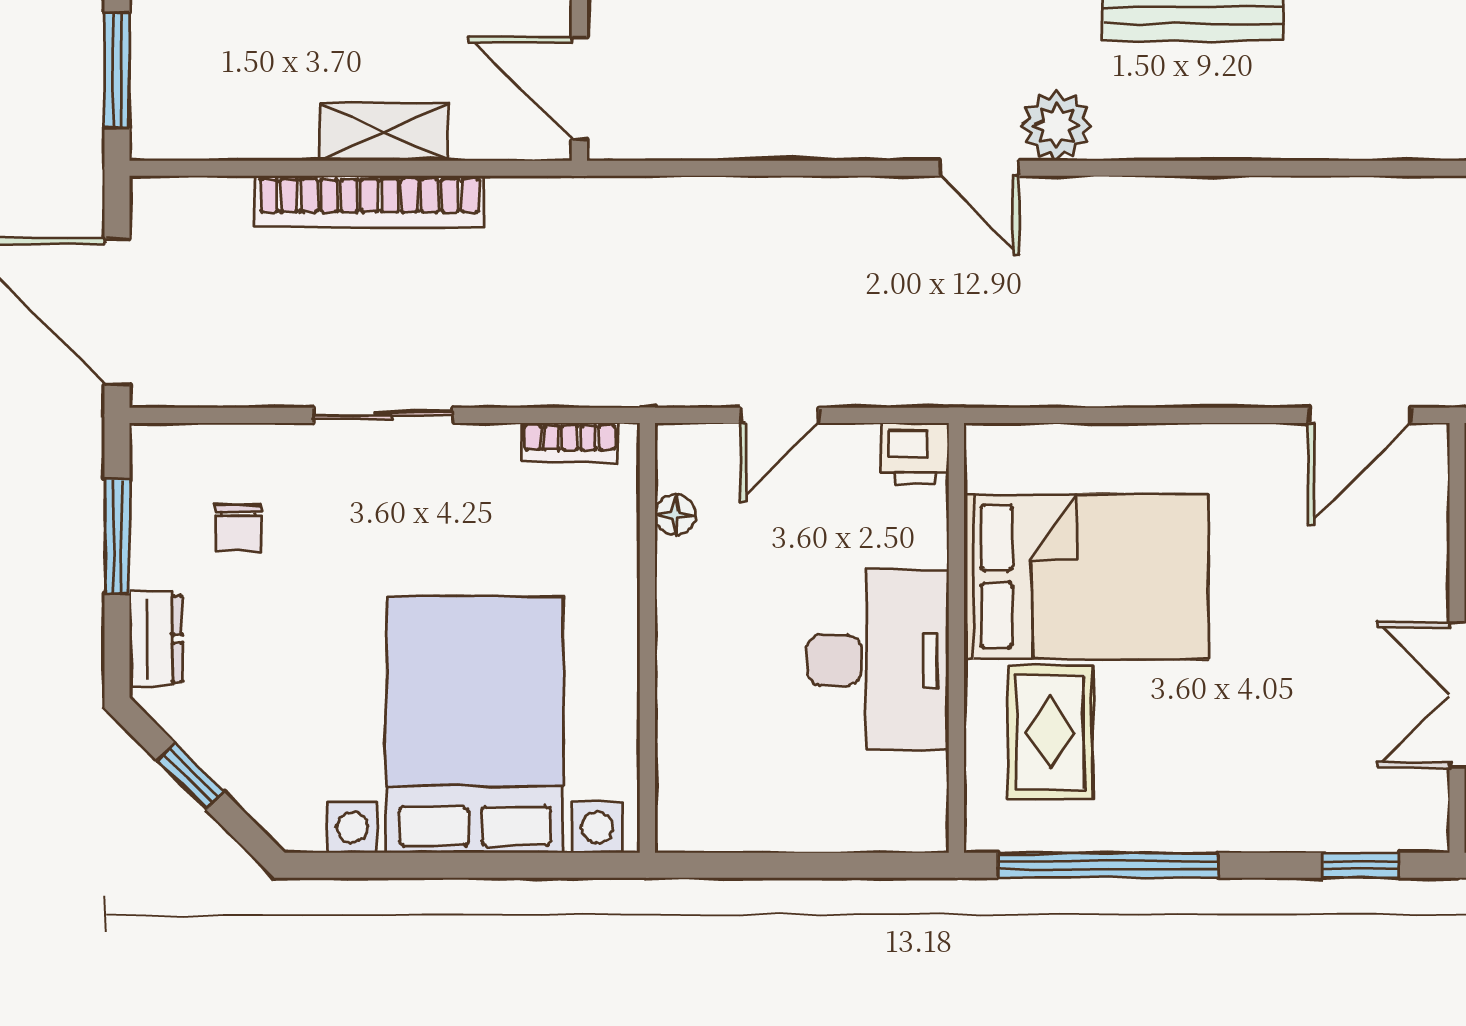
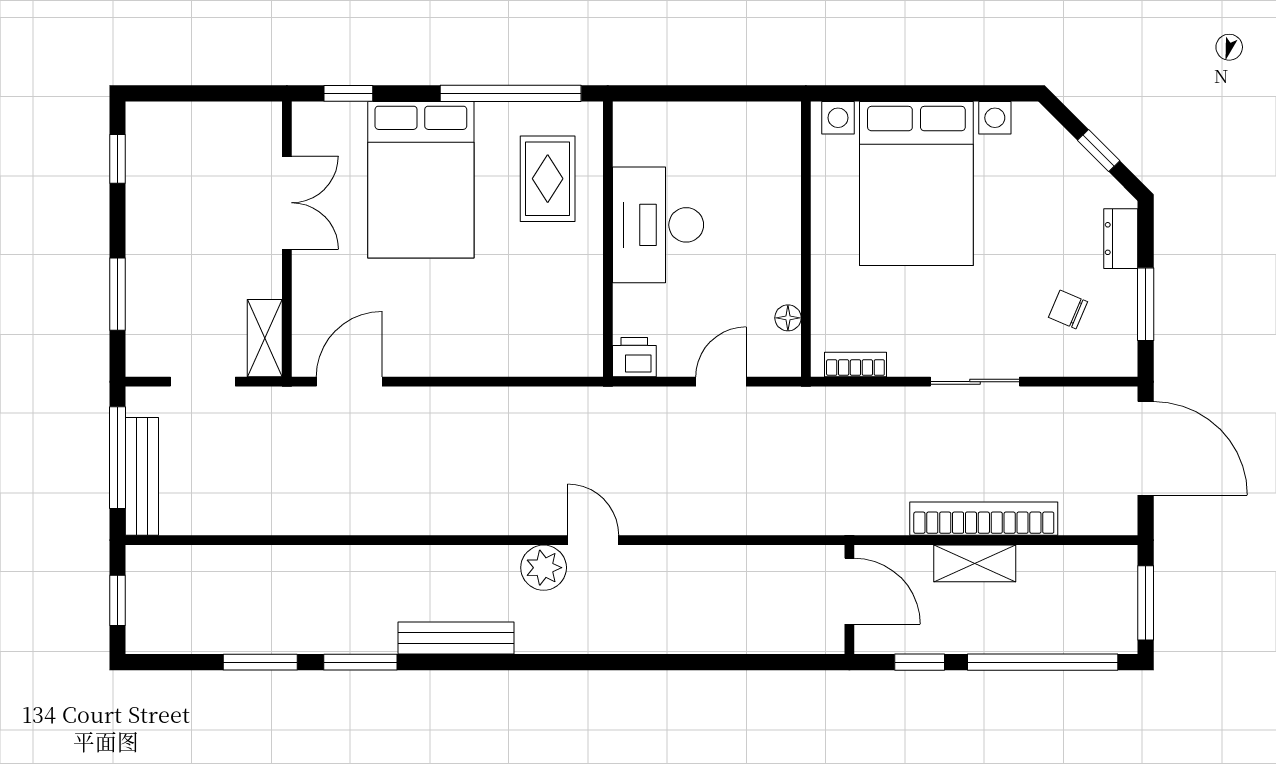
chair: (238, 528) -> (1068, 309), turned -67
bed: (1086, 576) -> (421, 180), moved, turned -90

